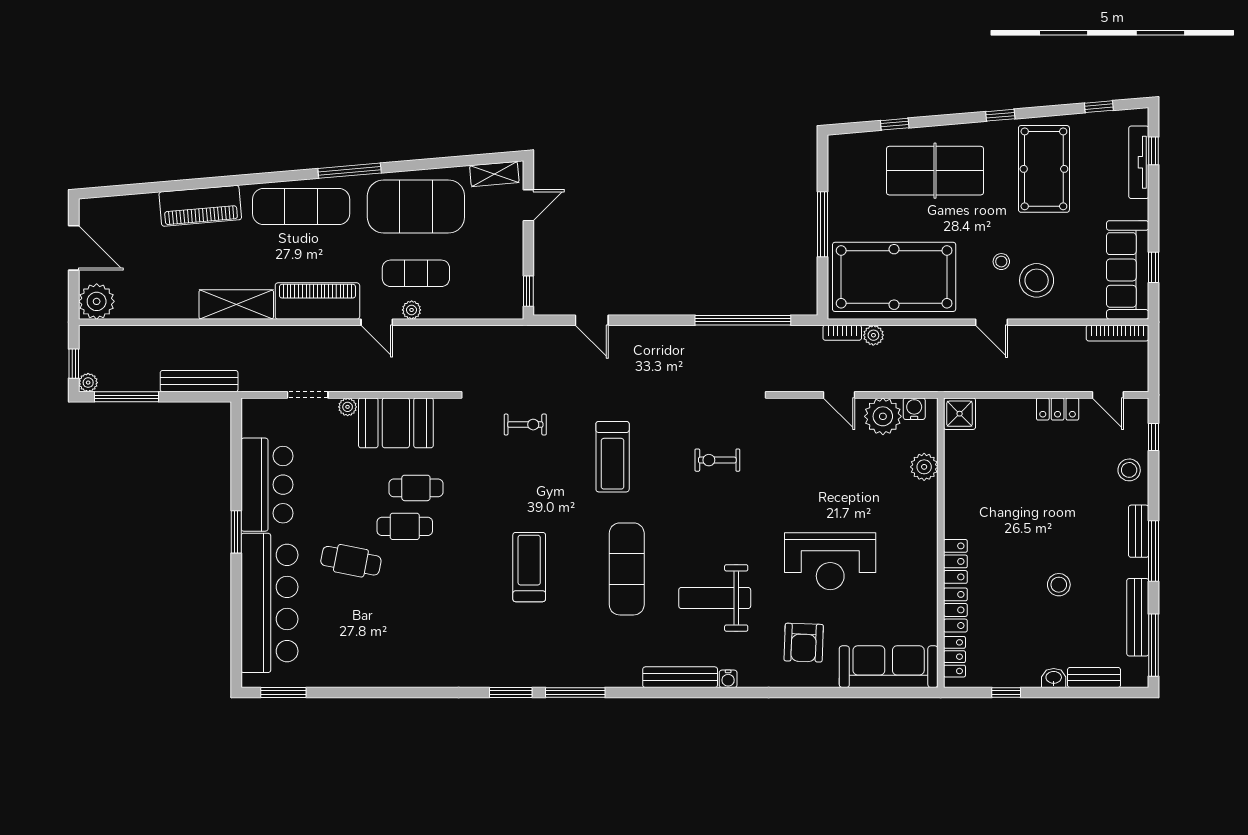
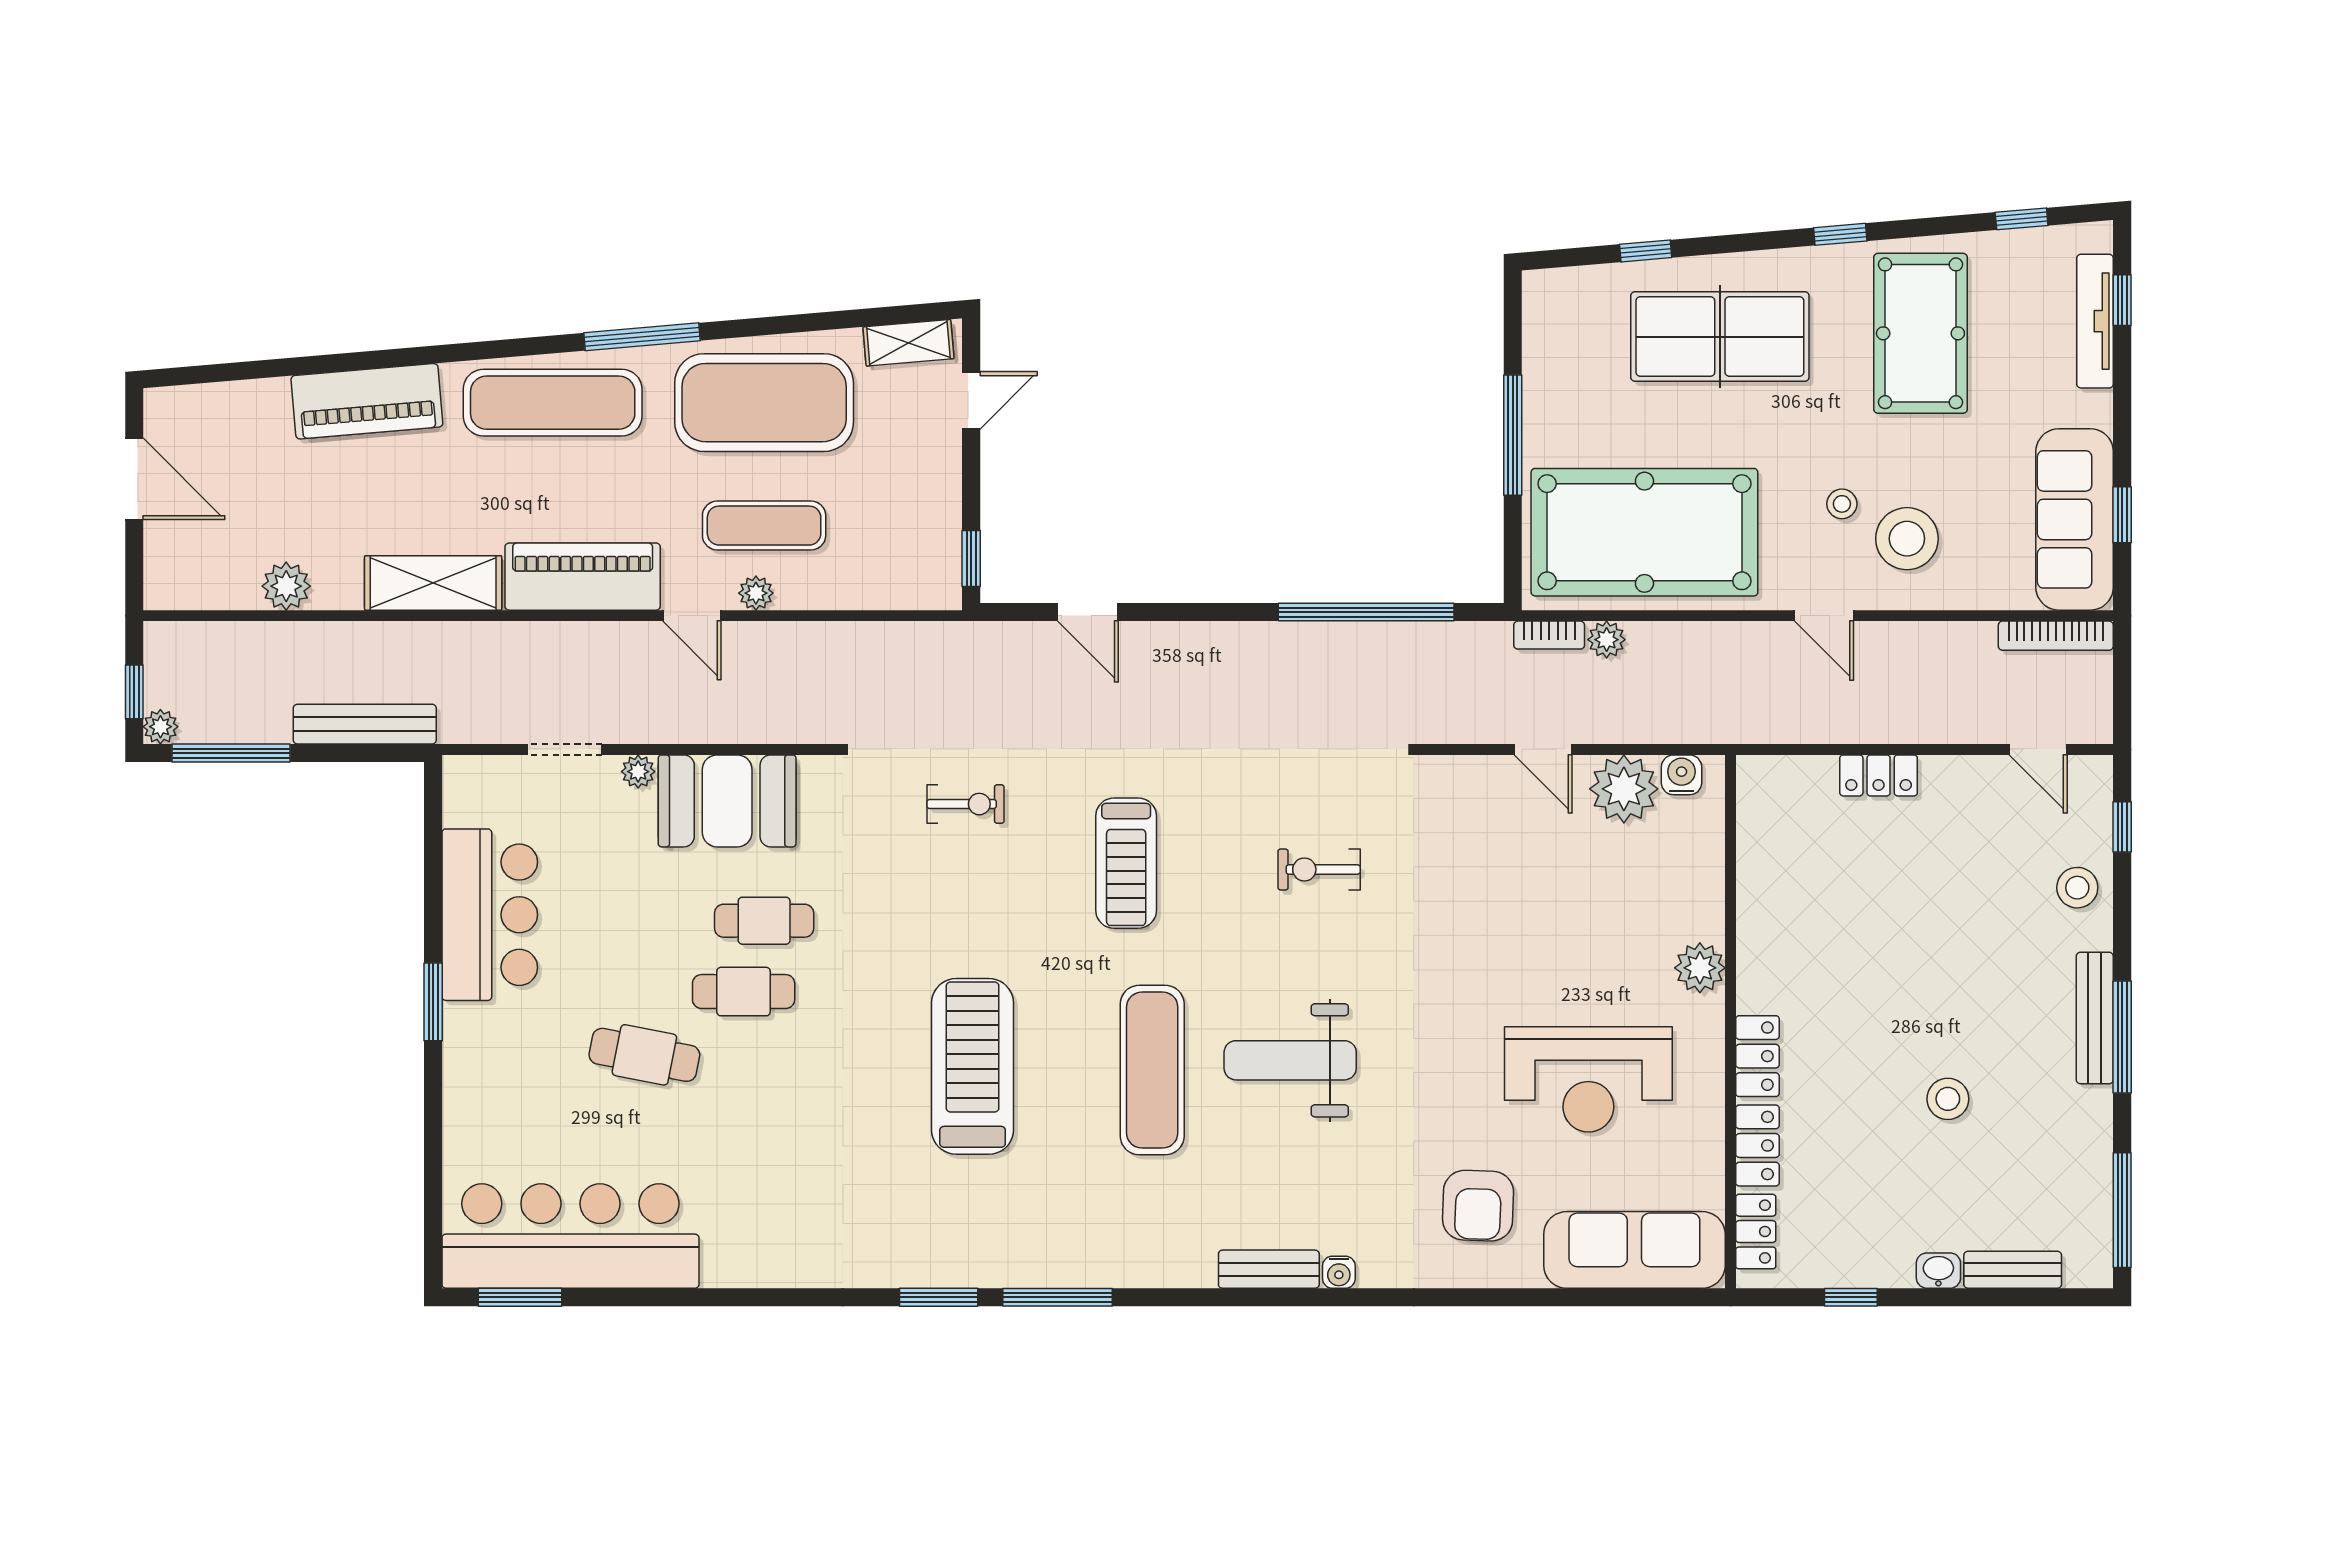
plant: (97, 301) -> (286, 586), moved, width x0.73, depth x0.73
locker: (1058, 409) -> (1879, 775), moved
shower: (960, 414) -> (1765, 784), removed
plant: (924, 467) -> (1700, 968), moved
bench: (1139, 531) -> (2095, 1018), width x1.36
reception desk: (830, 561) -> (1588, 1079), moved
treadmill: (529, 567) -> (973, 1066), width x1.37, depth x1.38
weight bench: (715, 598) -> (1290, 1060), moved
bar counter: (269, 603) -> (570, 1236), moved, turned -90
bench: (1138, 617) -> (2093, 1159), removed
bench: (680, 677) -> (1269, 1269), width x0.73

